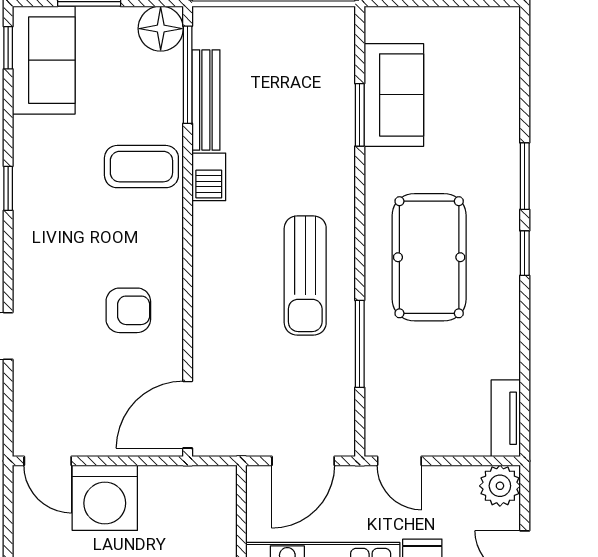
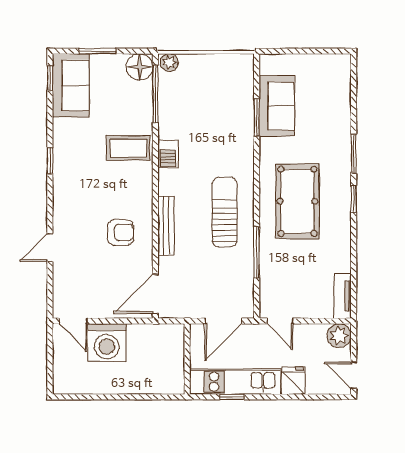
plant: (211, 21) -> (169, 63), added
bench: (206, 100) -> (166, 226), moved
sun lounger: (305, 276) -> (225, 212), turned 180

